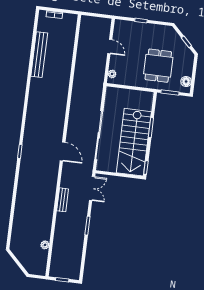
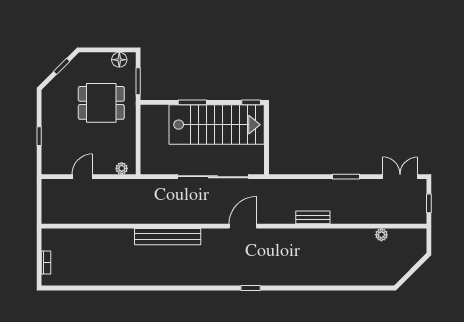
bench: (39, 55) -> (168, 237), moved
double door: (92, 189) -> (400, 177), moved

